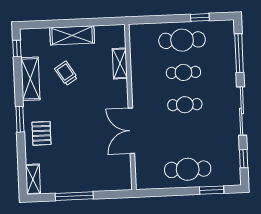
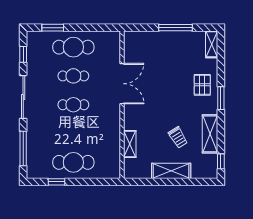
cafe table: (183, 72) -> (73, 76), moved

